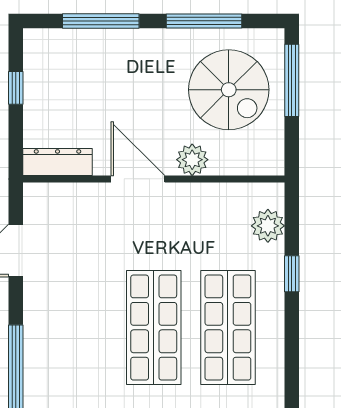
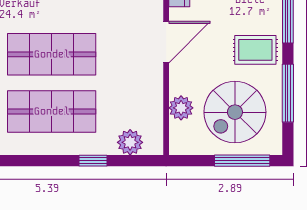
rug: (148, 63) -> (255, 50), added
plant: (192, 160) -> (181, 108), moved

